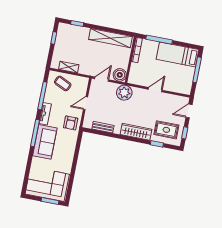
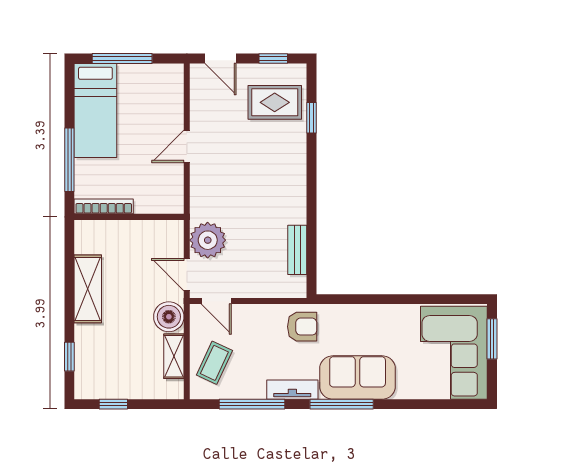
shelving: (110, 38) -> (88, 289), width x0.68
boiler: (120, 75) -> (169, 317), moved
door: (155, 90) -> (187, 146), hinge flipped
plant: (124, 93) -> (208, 240), moved
door: (86, 103) -> (216, 301), moved
rug: (166, 130) -> (275, 102), turned 90
wardrobe: (136, 132) -> (293, 171), removed

